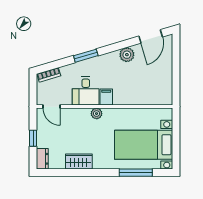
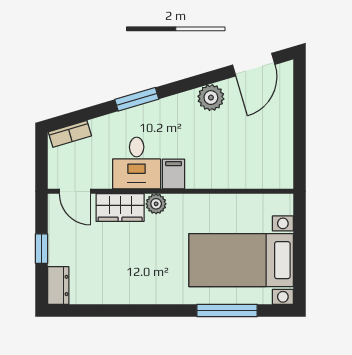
wardrobe: (79, 162) -> (120, 208), moved, turned 180

